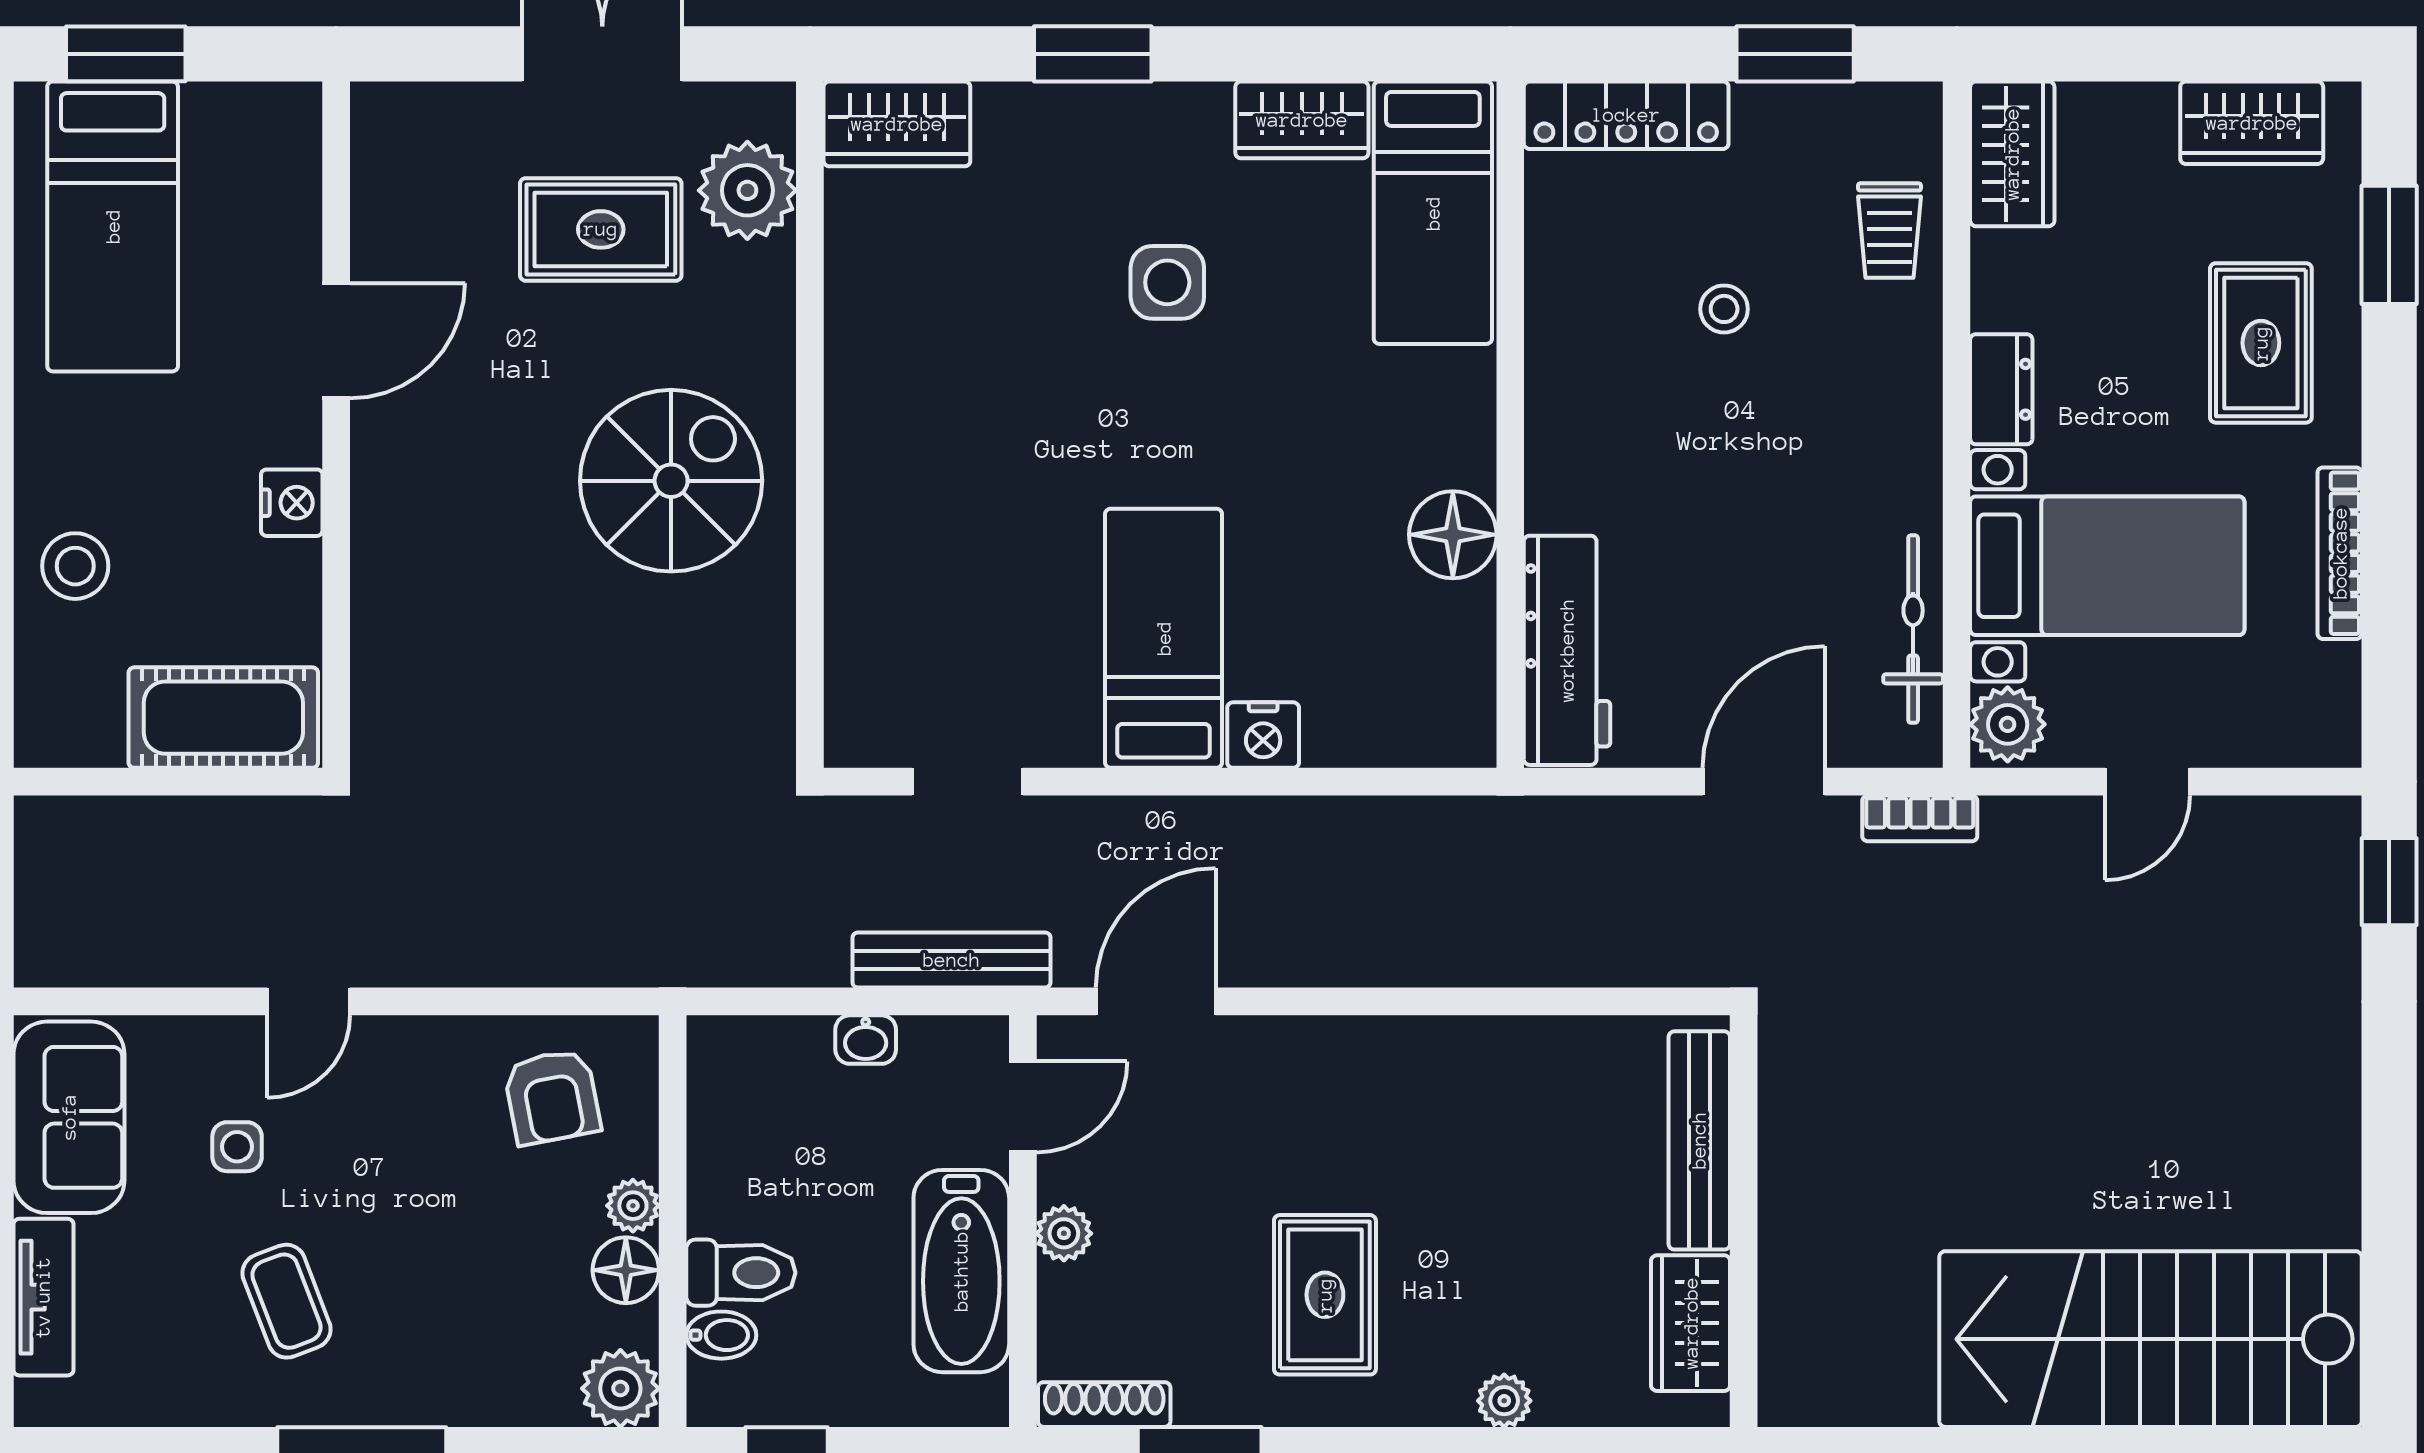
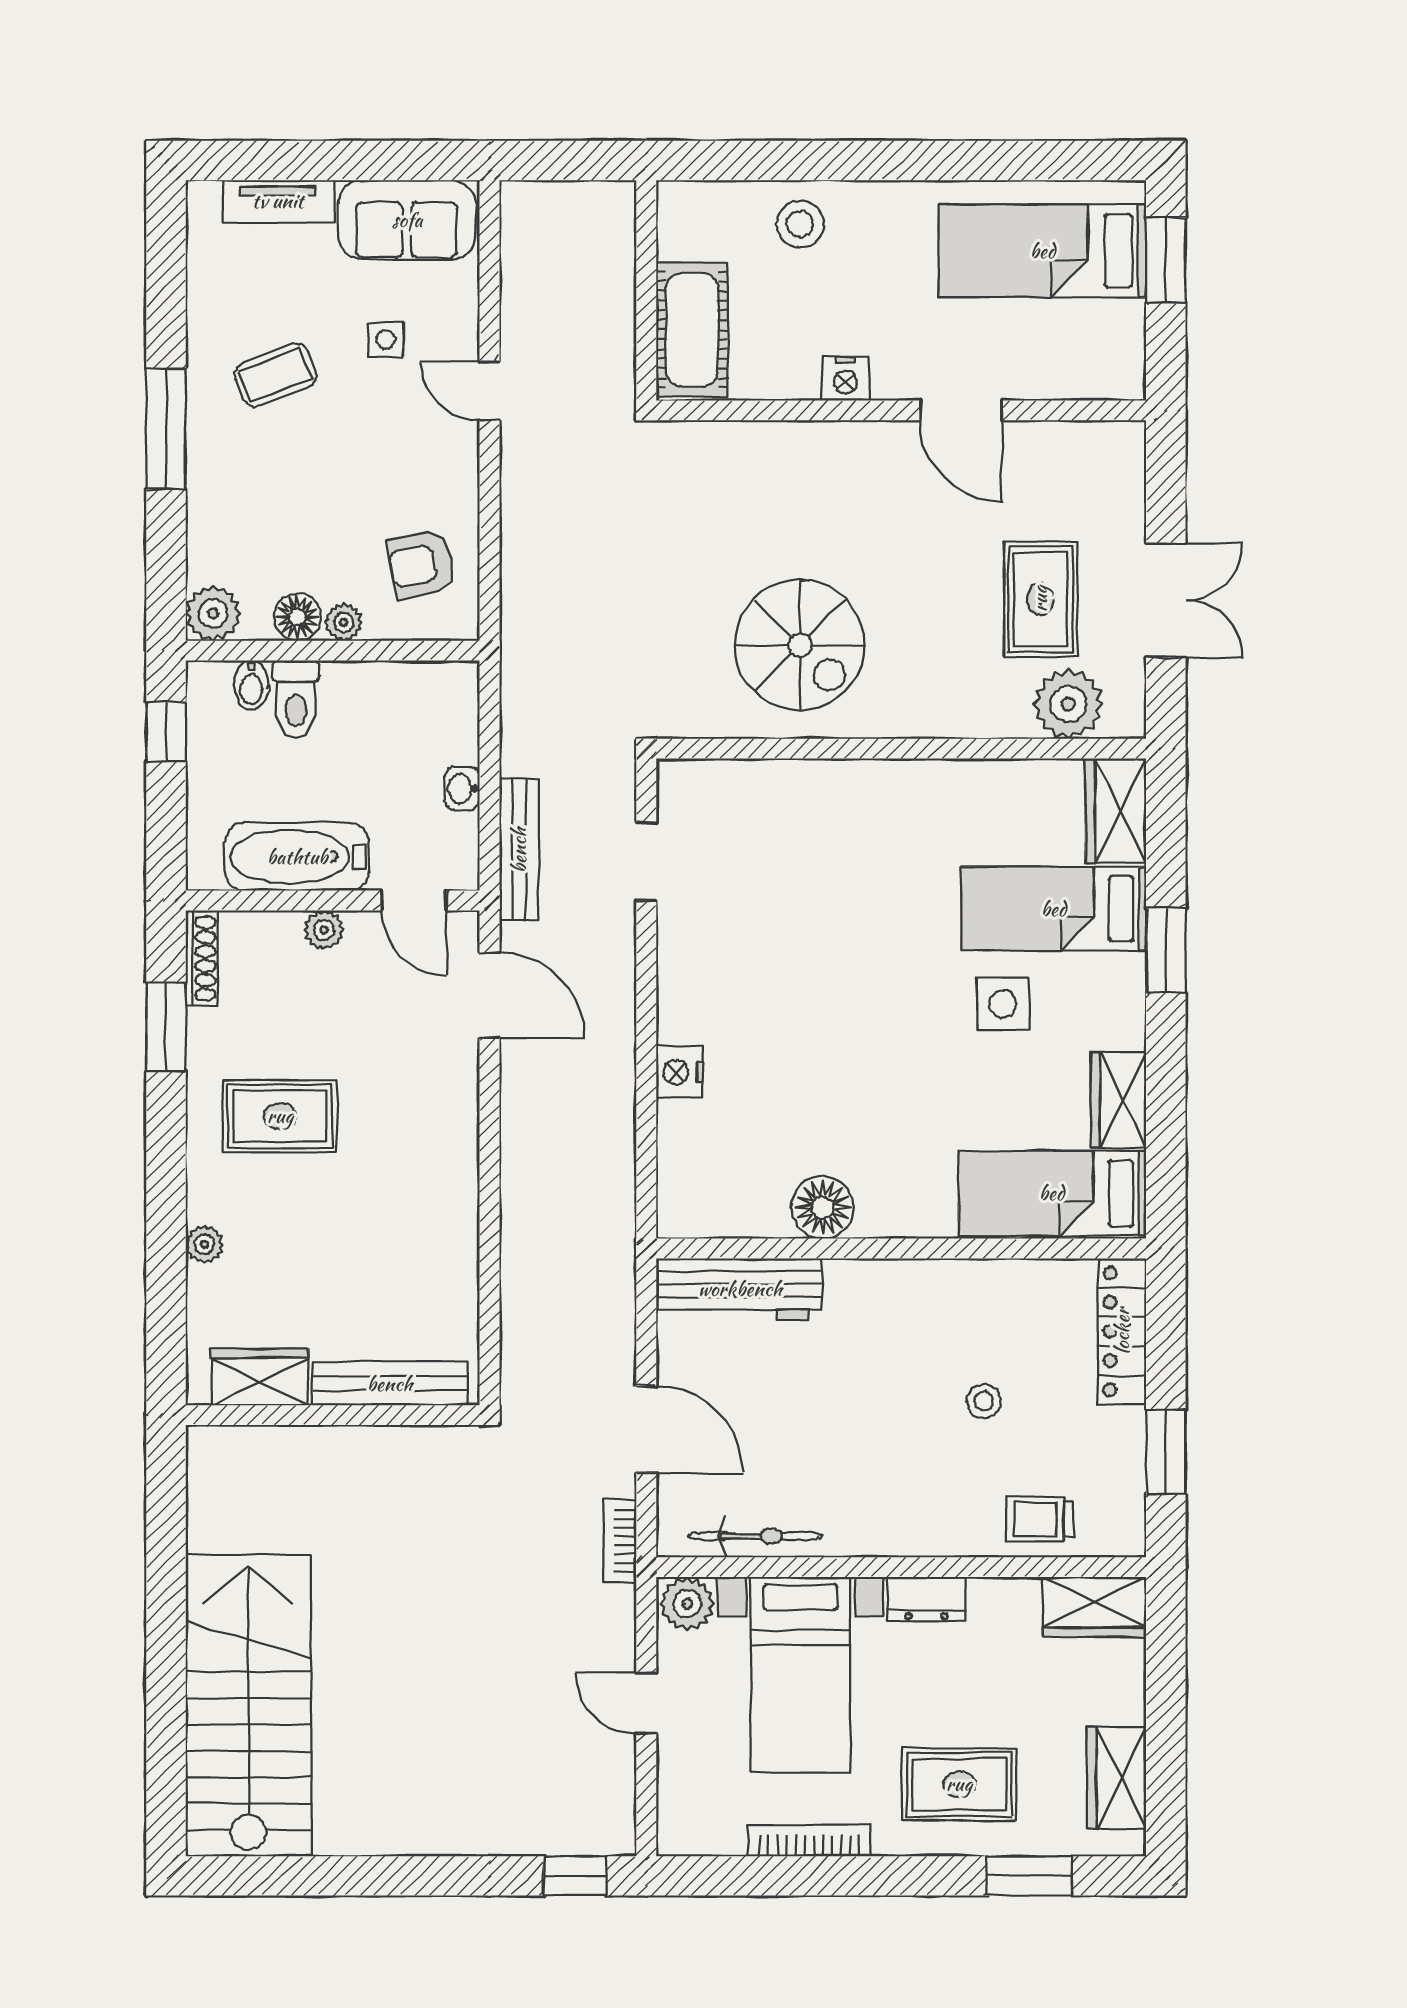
spiral stairs: (671, 481) -> (800, 645), moved
bed: (1164, 638) -> (1054, 909), moved, turned 180

